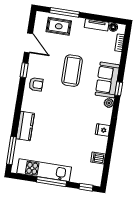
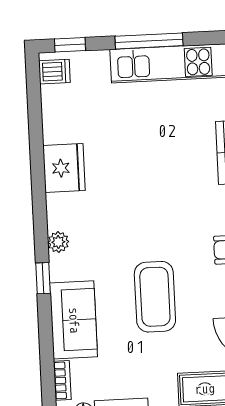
sofa: (107, 80) -> (74, 320), moved
fridge: (103, 130) -> (64, 168), width x1.88, depth x1.34
dishwasher: (98, 158) -> (54, 72), moved

